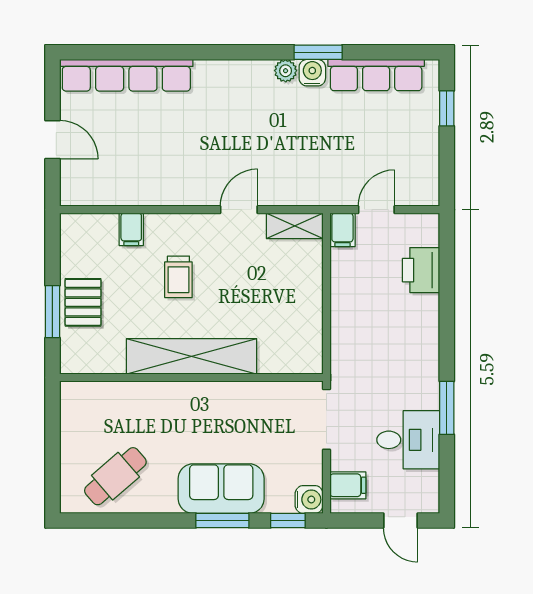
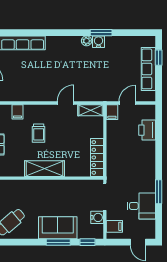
row of seats: (376, 75) -> (148, 69), moved, turned 90
locker: (309, 331) -> (97, 157), added
shelving: (192, 356) -> (44, 169), width x0.68
water cooler: (309, 500) -> (97, 217), moved

